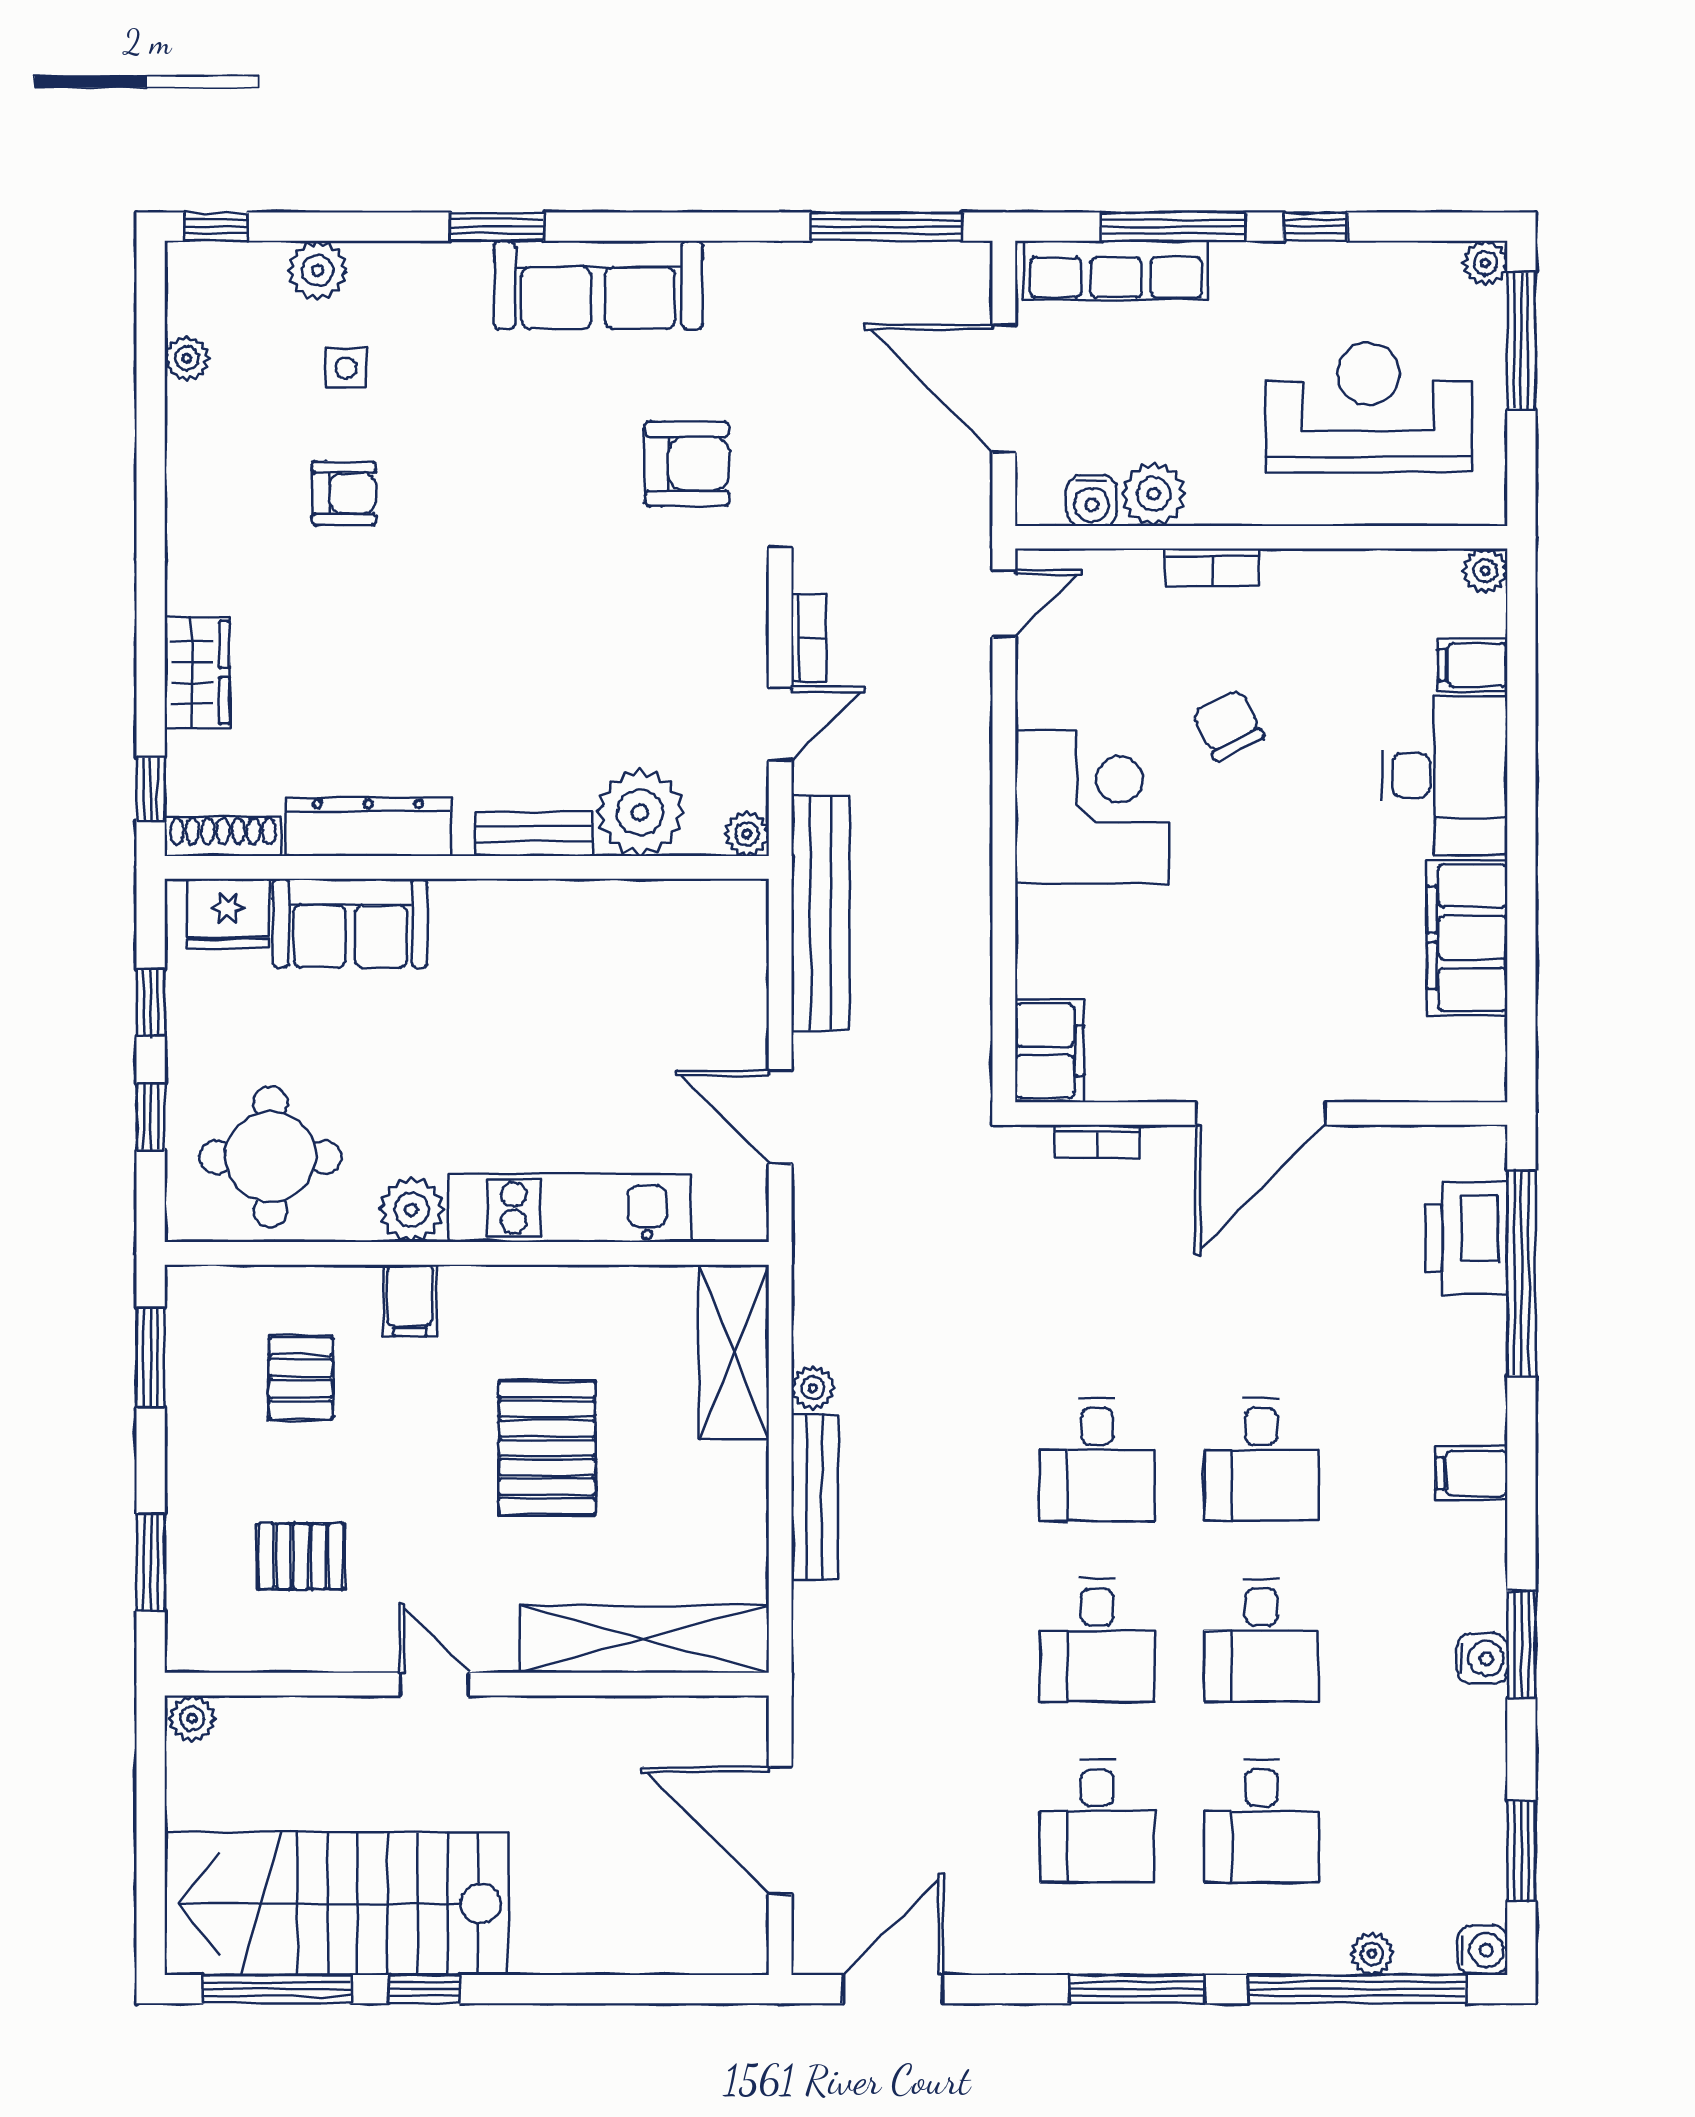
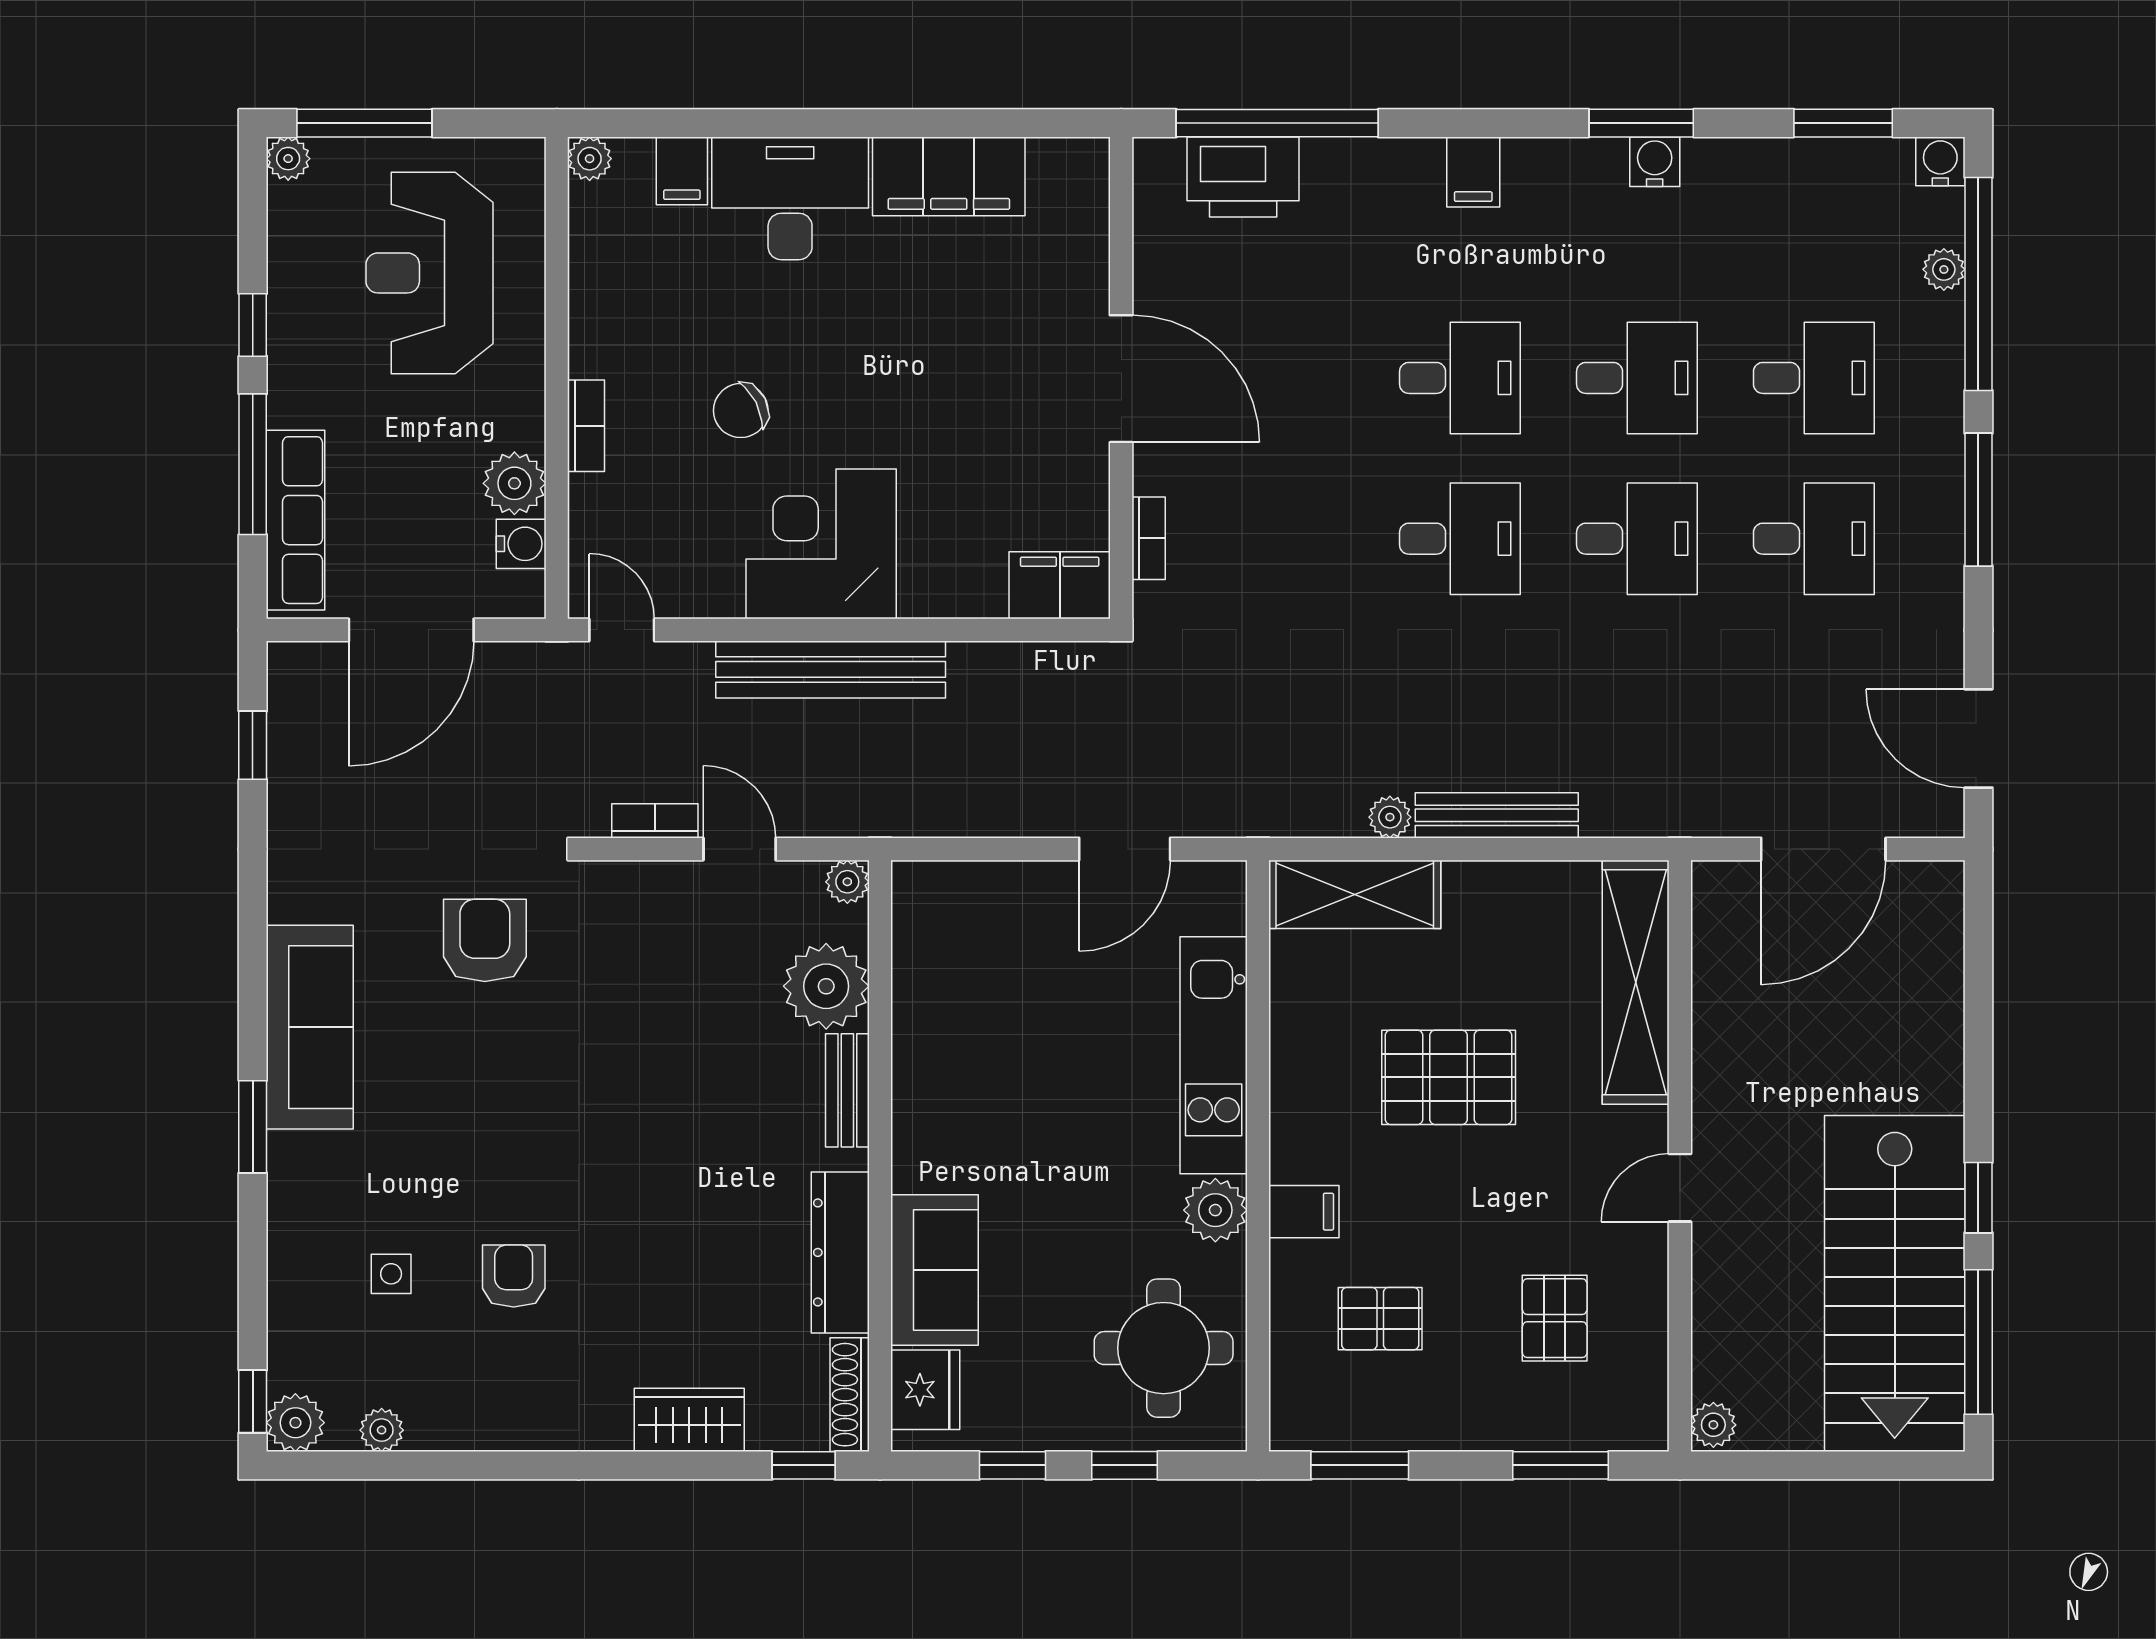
window: (886, 227) -> (253, 745), width x0.46
plant: (318, 270) -> (295, 1423), moved
bench: (820, 913) -> (831, 669), moved

